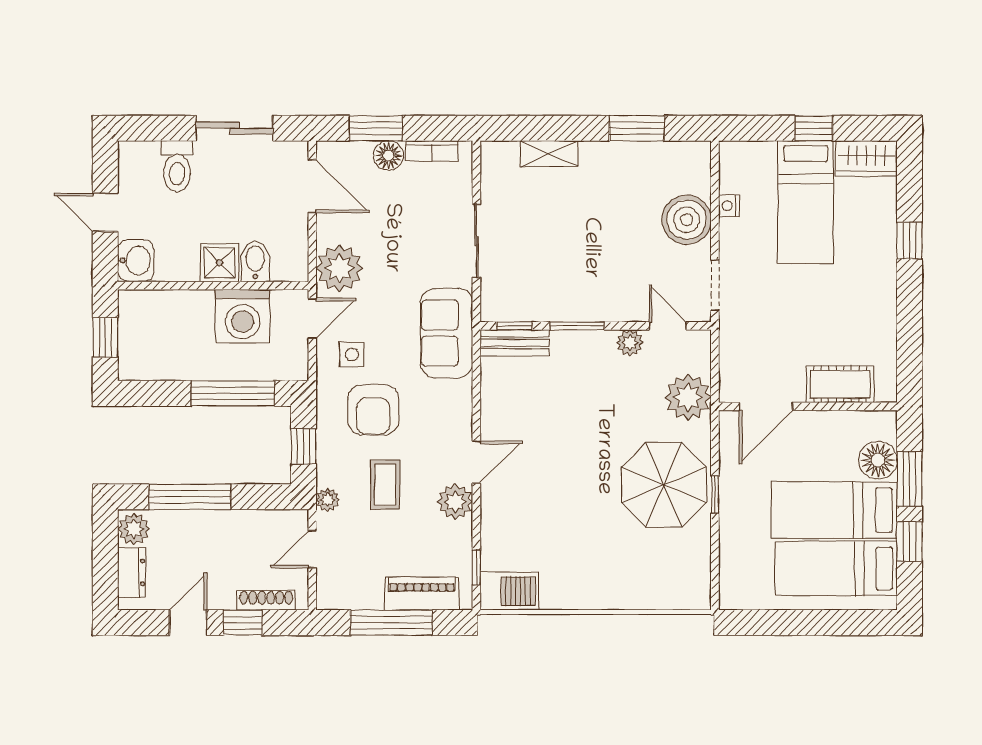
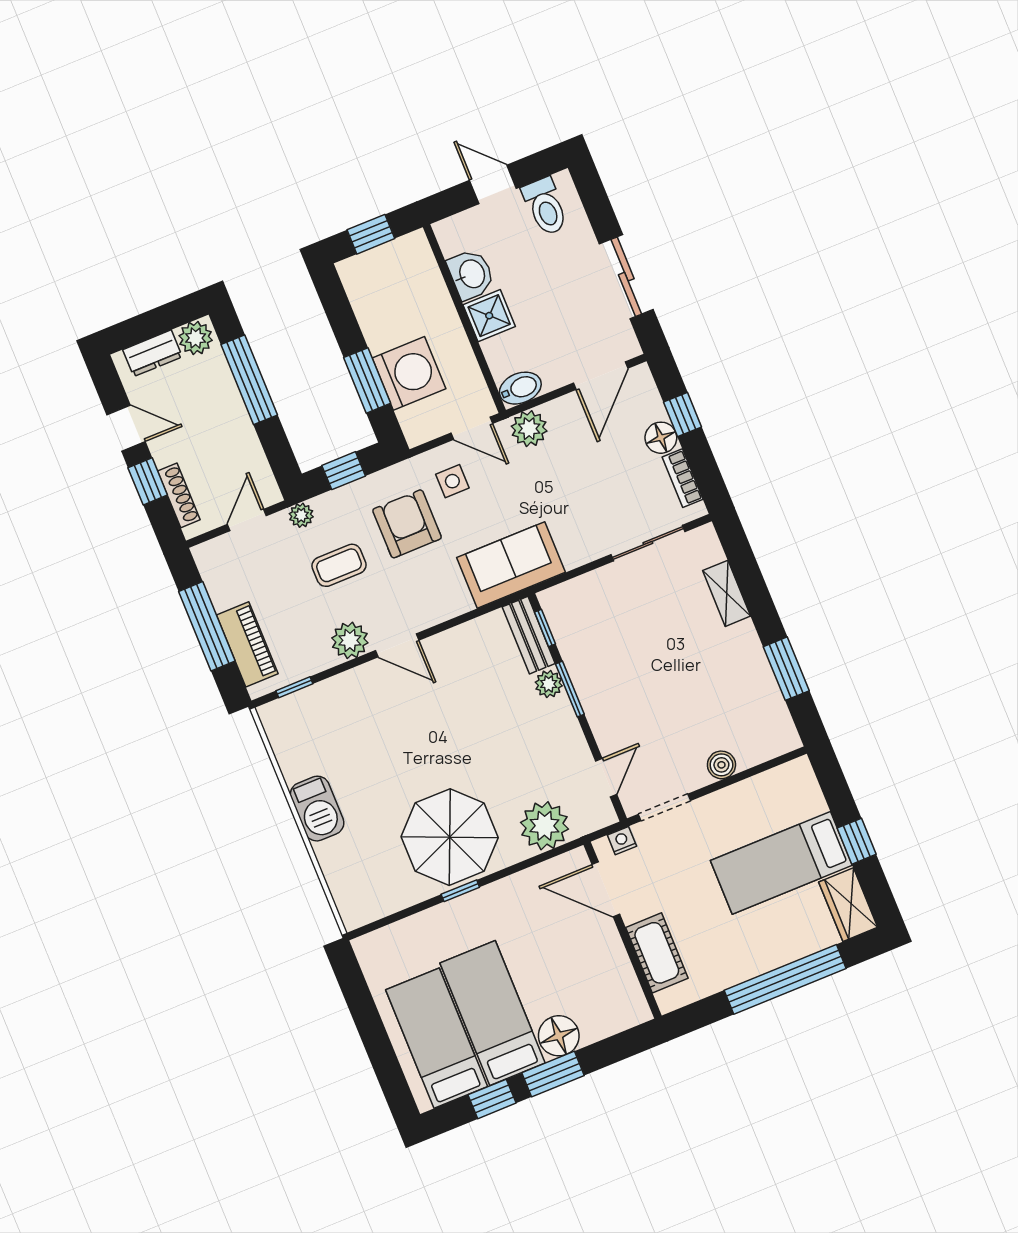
window: (376, 128) -> (683, 415), width x0.67
toilet: (177, 166) -> (545, 206), moved, turned -90
nightstand: (729, 206) -> (622, 841), moved
door: (105, 212) -> (493, 184), hinge flipped
boiler: (687, 220) -> (721, 765), width x0.54, depth x0.54
sliding door: (476, 241) -> (648, 543), moved
window: (910, 241) -> (785, 979), width x3.17
washbasin: (136, 261) -> (471, 274), moved, turned -90
bidet: (255, 261) -> (520, 388), moved
plant: (339, 268) -> (529, 429), width x0.73, depth x0.73
washing machine: (243, 316) -> (409, 373), moved, turned 180
plant: (630, 343) -> (549, 684), moved
cot: (840, 384) -> (657, 953), moved
window: (233, 393) -> (367, 380), width x0.69
door: (766, 406) -> (606, 889), moved
wall: (808, 406) -> (622, 930), moved
armchair: (373, 410) -> (407, 524), turned 90
door: (312, 549) -> (247, 520), hinge flipped
barbecue: (509, 591) -> (317, 809), moved

